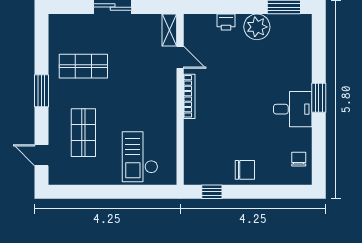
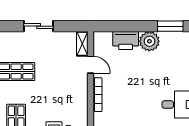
printer: (226, 22) -> (126, 41), width x1.87, depth x1.48

